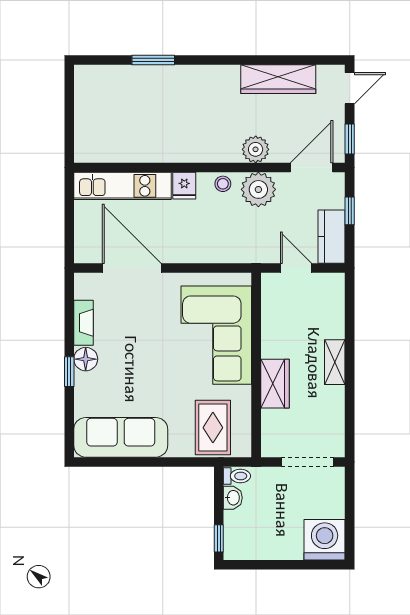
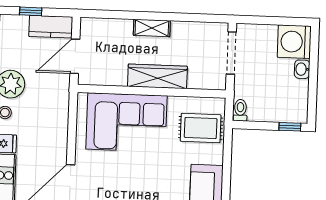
door: (296, 268) -> (75, 56), width x1.38
wardrobe: (275, 384) -> (157, 76), width x1.50
washbasin: (233, 498) -> (302, 69), moved, turned -90

